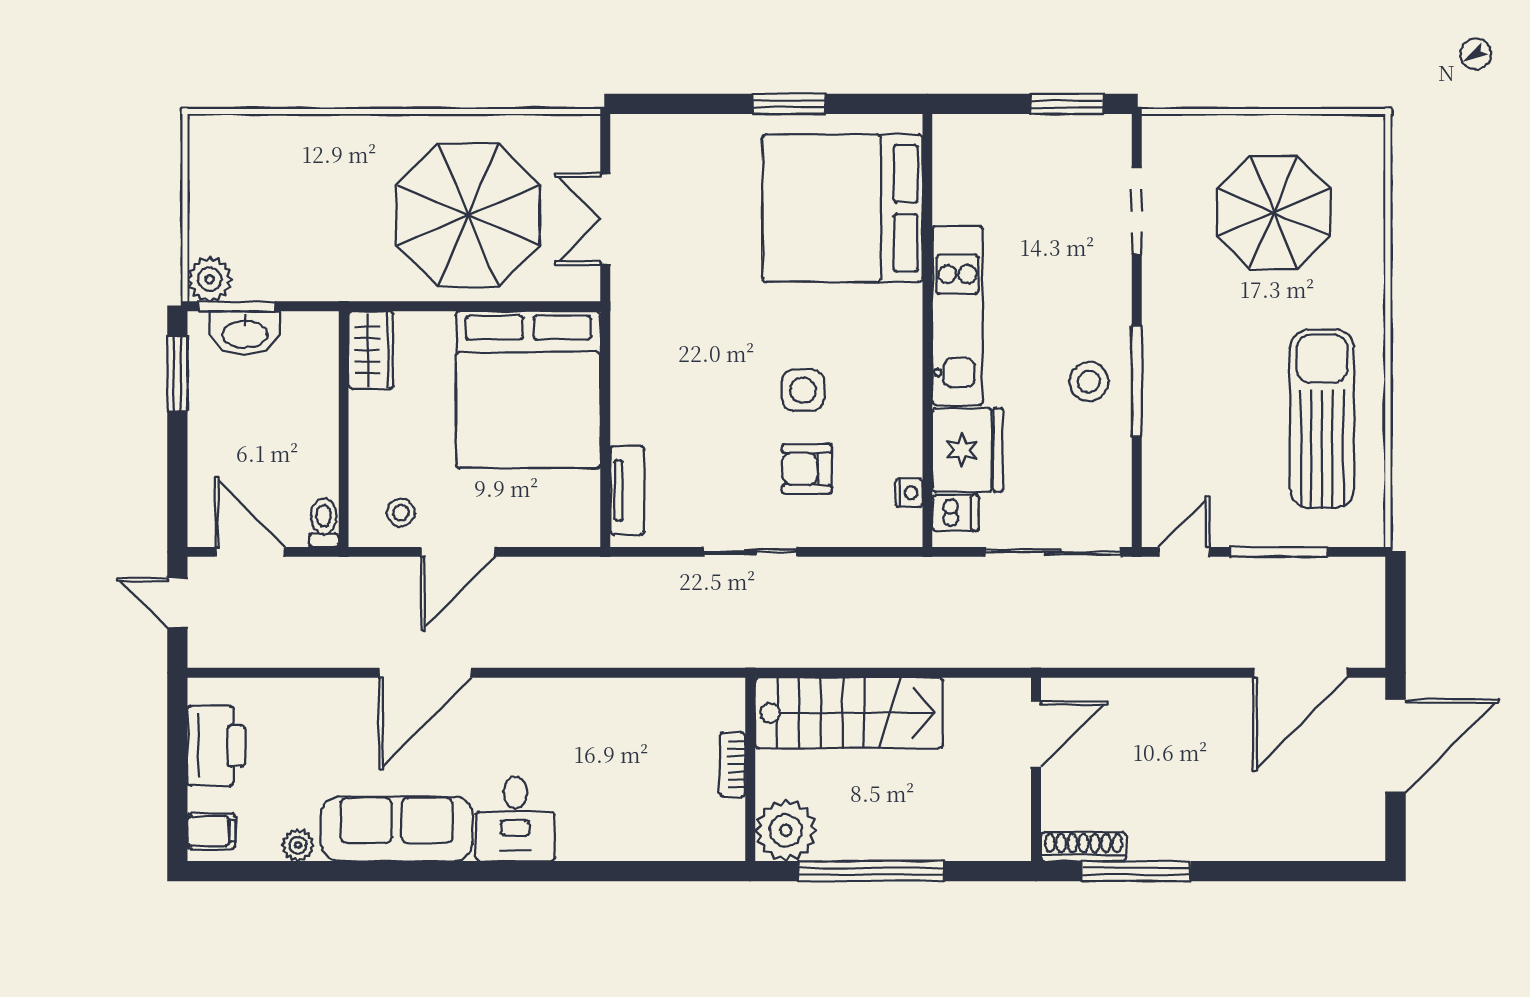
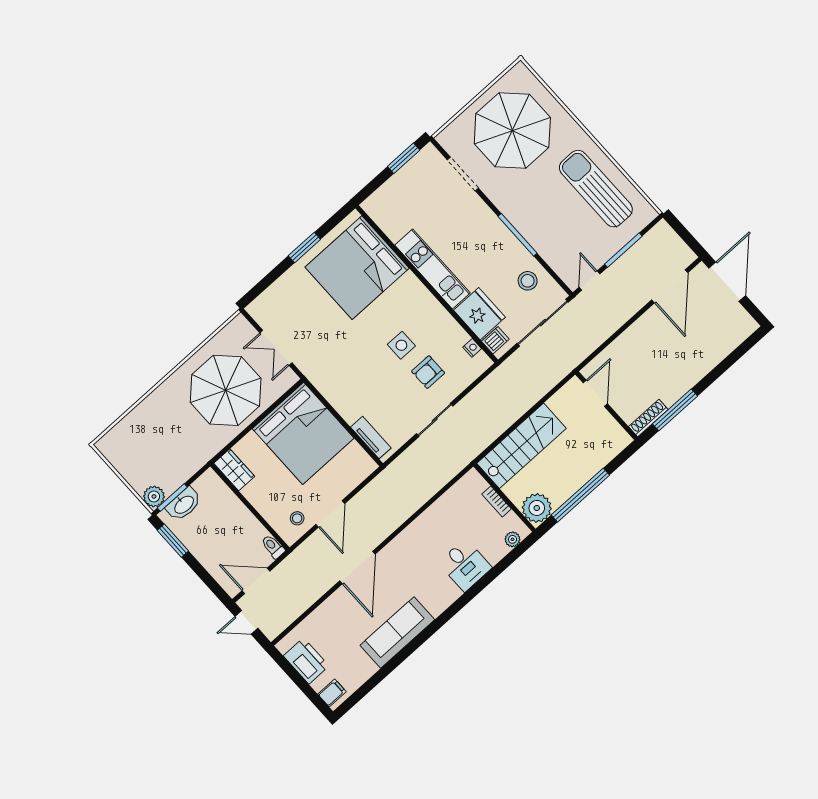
parasol: (1274, 212) -> (512, 131), width x1.36, depth x1.36
stool: (1089, 382) -> (528, 281), moved
desk: (515, 819) -> (465, 565), moved
plant: (298, 845) -> (512, 539), moved

